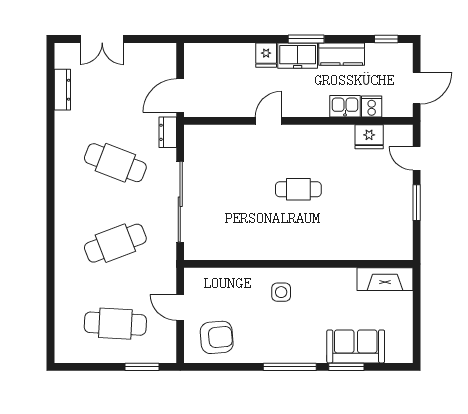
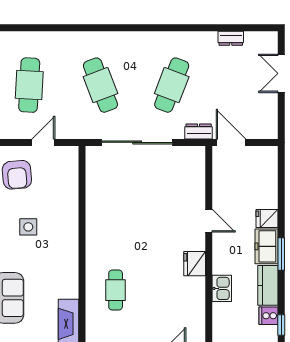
dresser: (62, 90) -> (231, 38), width x0.70
cooker: (372, 107) -> (268, 316), moved, turned 180
fridge: (369, 137) -> (195, 264), moved
cafe table: (298, 189) -> (116, 290), moved
side table: (281, 292) -> (28, 227), moved

